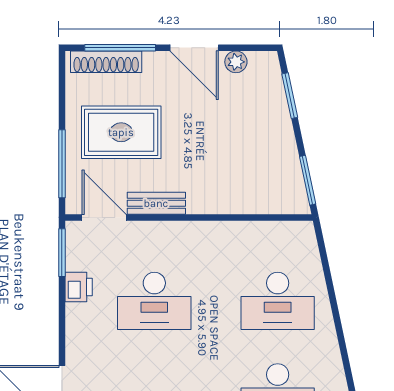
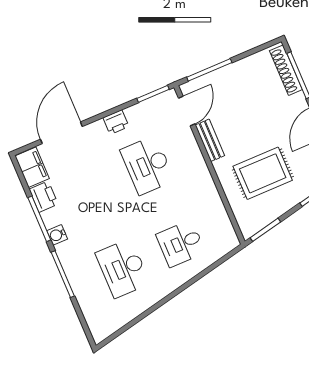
rug: (121, 132) -> (263, 173), moved, turned 90
printer: (79, 287) -> (116, 122), moved
desk: (278, 301) -> (181, 243), width x0.73

